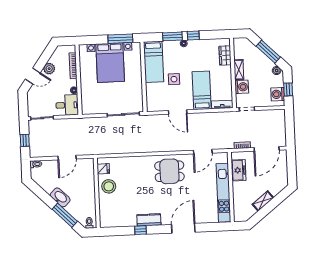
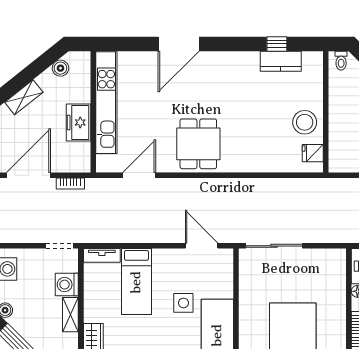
door: (178, 112) -> (202, 246), moved
freezer: (239, 170) -> (79, 122), moved
dining table: (169, 171) -> (198, 144), turned 90
shelving: (263, 201) -> (24, 97), moved
boiler: (251, 211) -> (60, 68), added
kitchen counter: (149, 220) -> (281, 61), moved
window: (141, 230) -> (277, 44), moved

